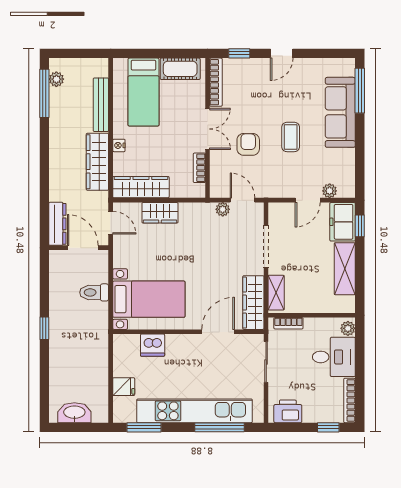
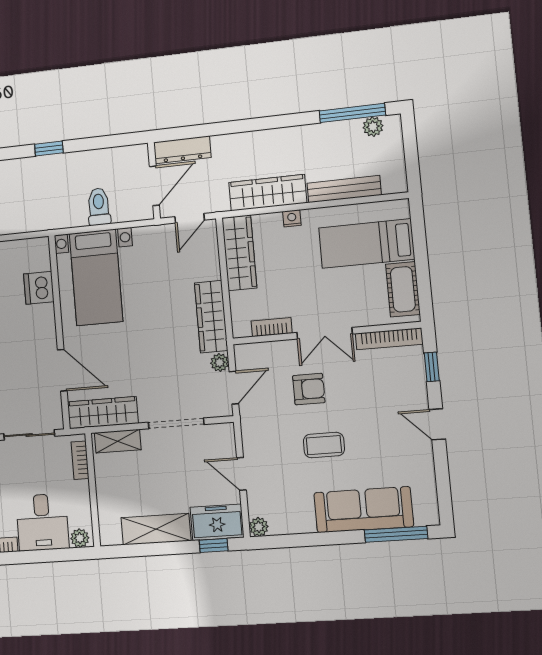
plant: (330, 191) -> (259, 527), moved
wardrobe: (160, 213) -> (211, 317), moved, width x1.50

